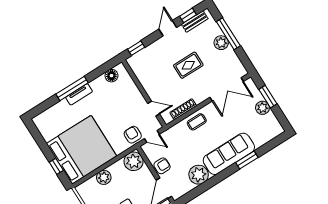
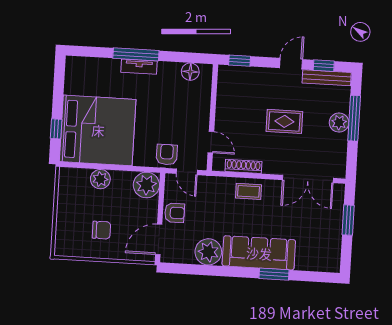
bench: (195, 21) -> (327, 78), width x1.36
plant: (262, 108) -> (333, 228), removed

